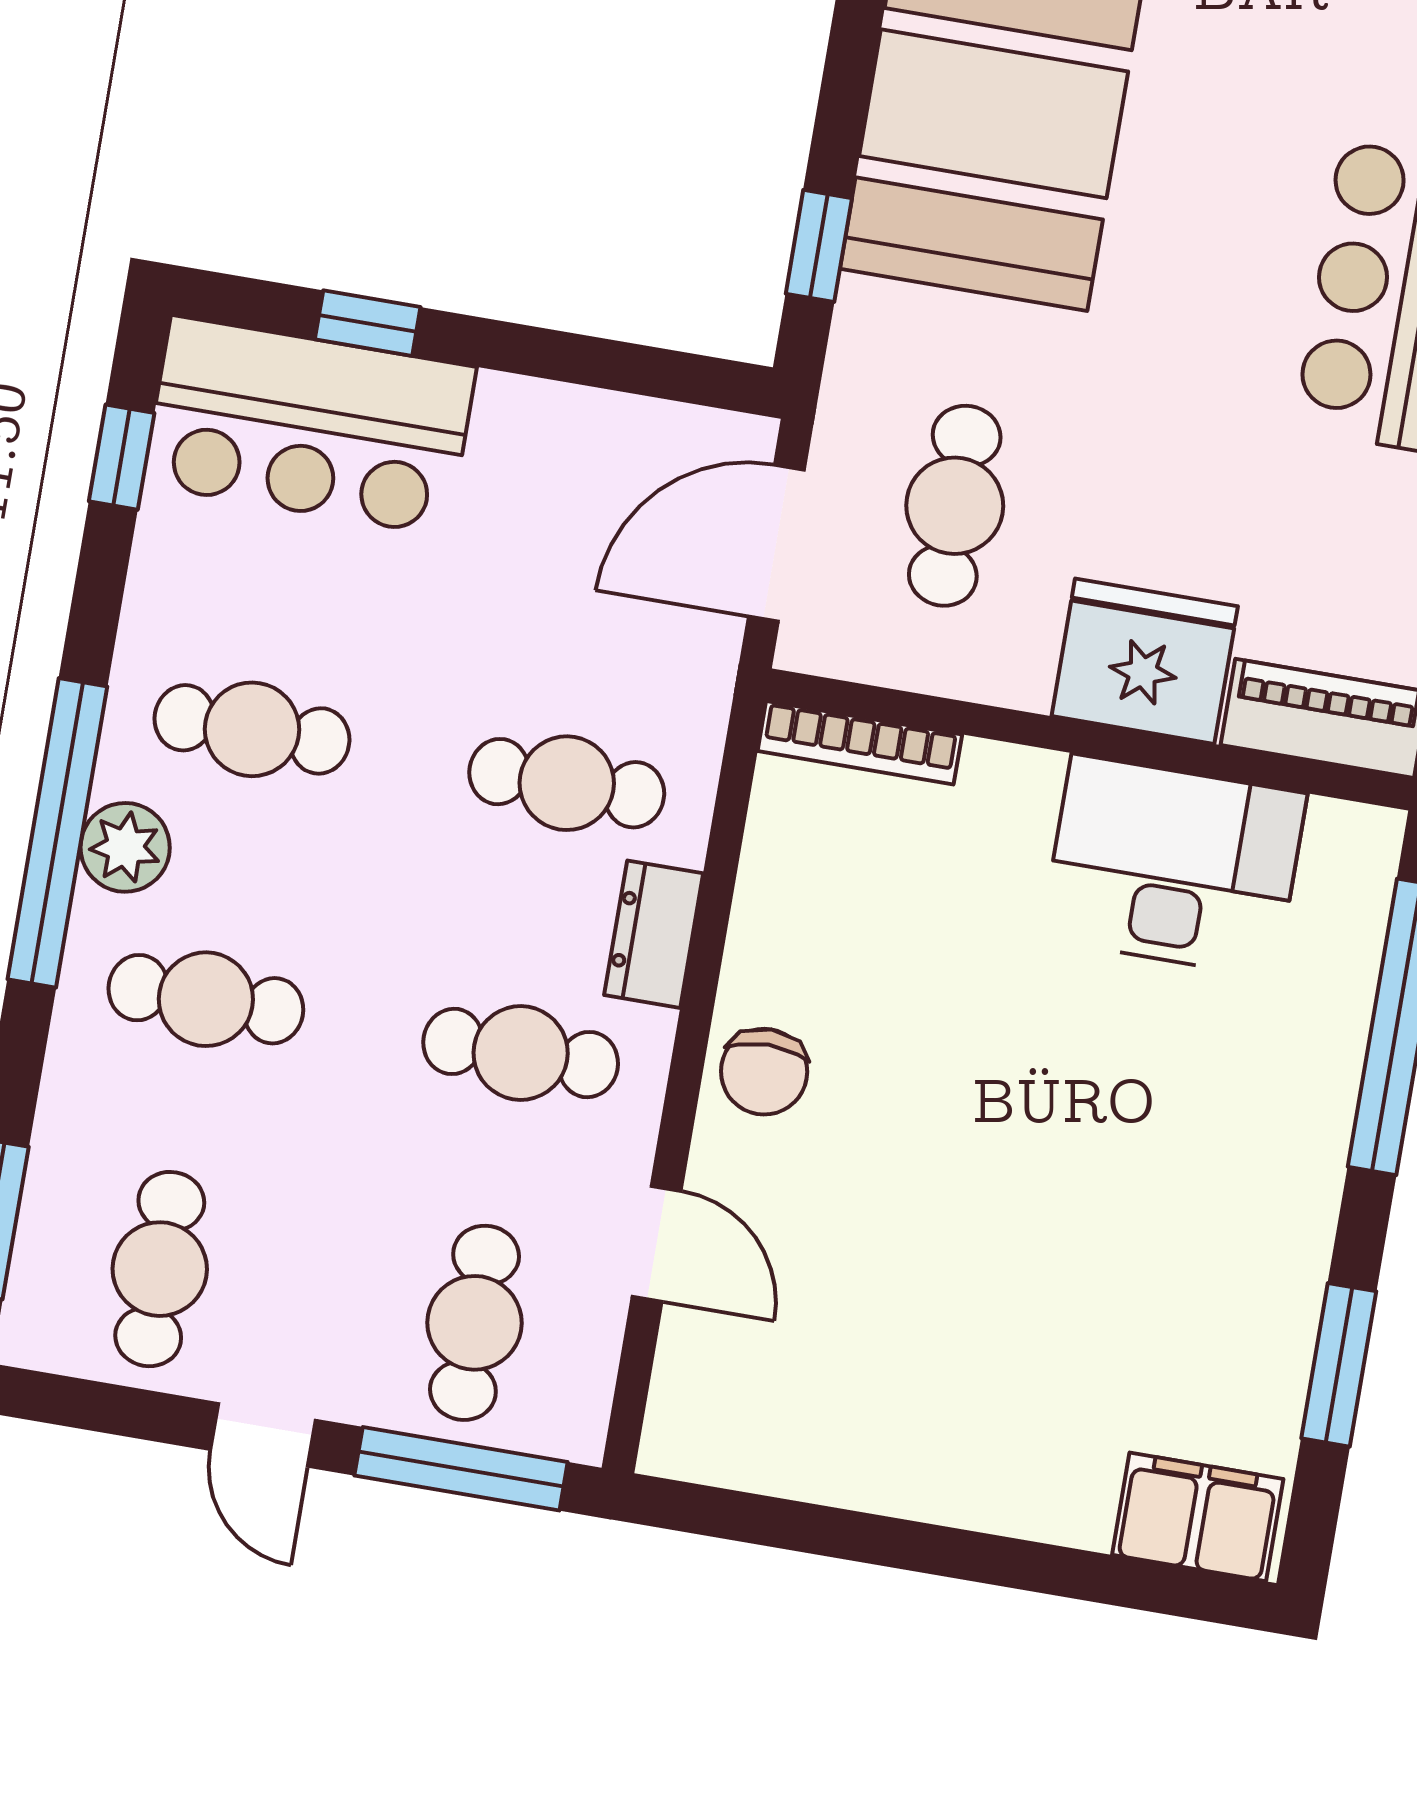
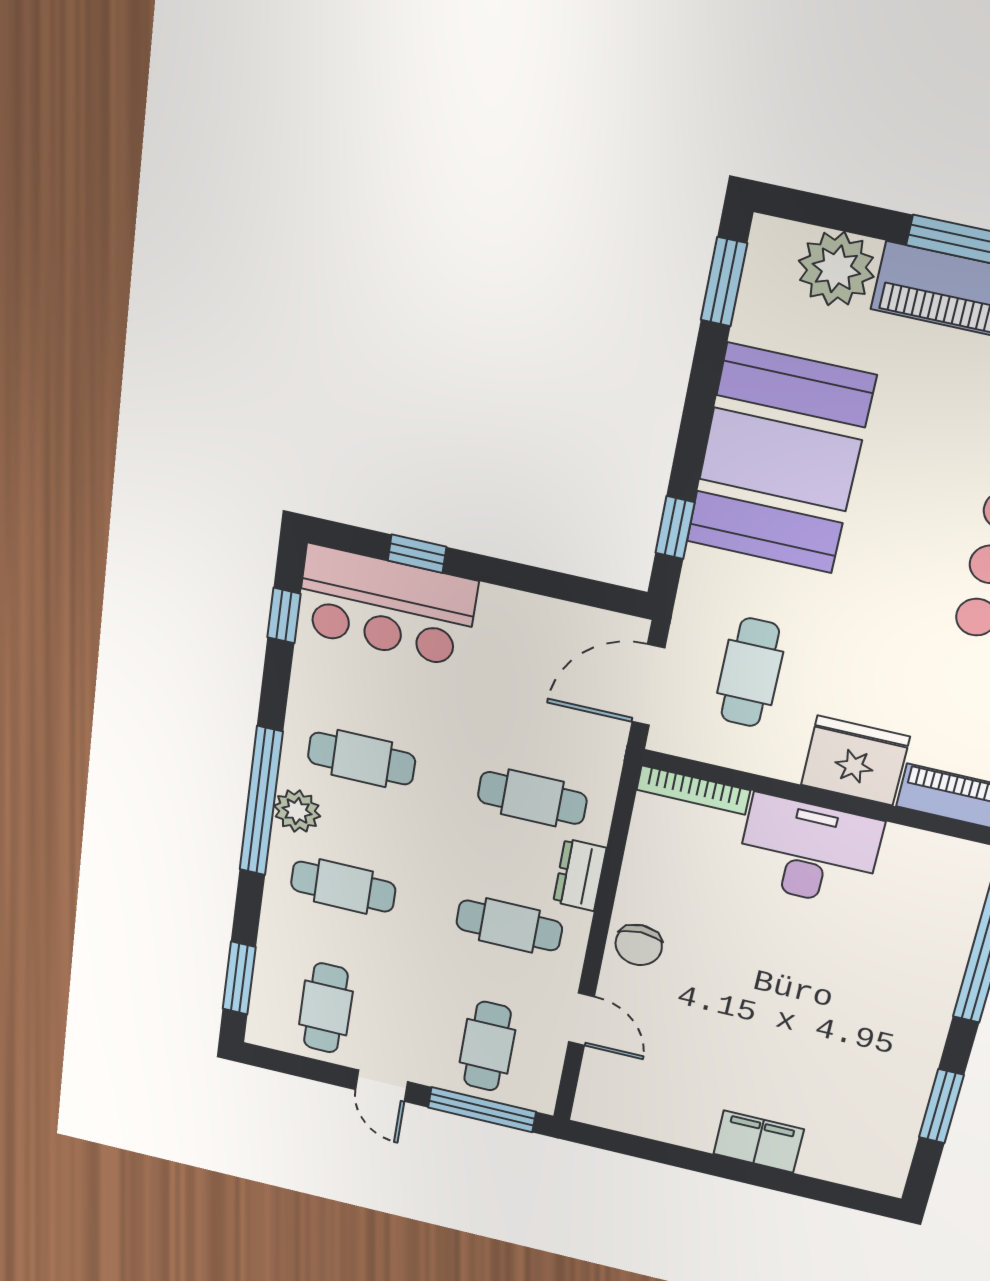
desk: (1174, 866) -> (809, 851), moved
filing cabinet: (1198, 1517) -> (759, 1142), moved

